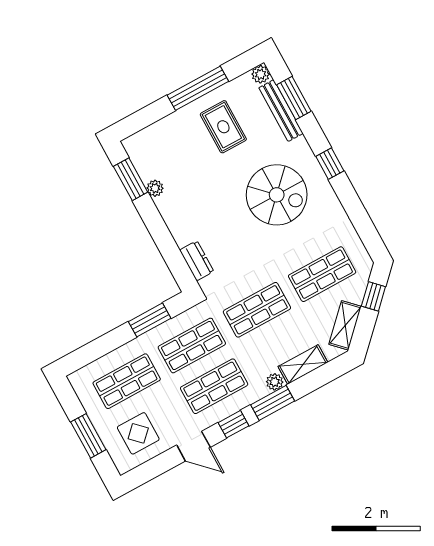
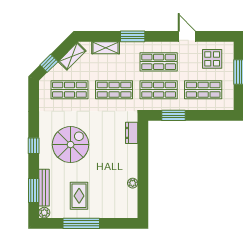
window: (131, 179) -> (143, 195), removed
spiral stairs: (277, 195) -> (71, 145), turned 90
plant: (275, 382) -> (126, 47), removed
window: (234, 424) -> (159, 36), removed

